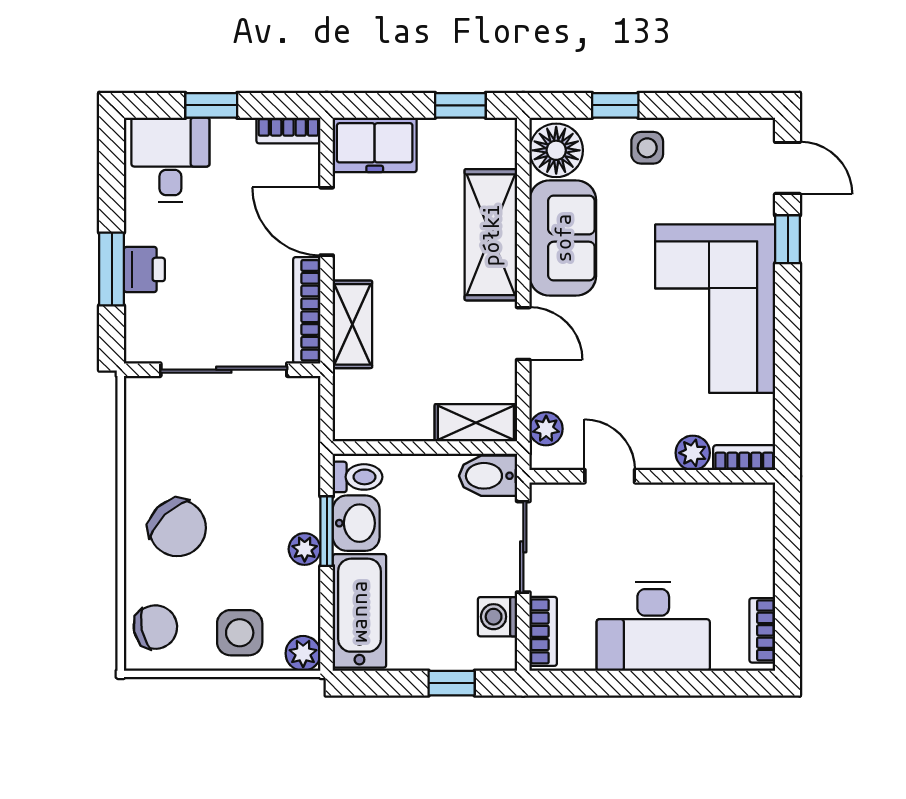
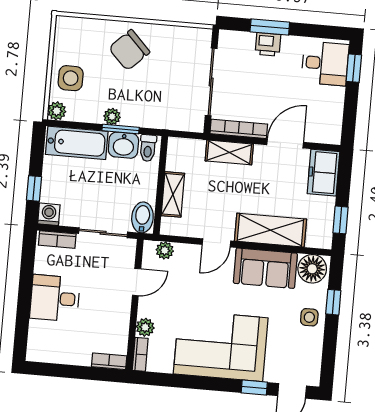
window: (211, 105) -> (354, 68), moved
bookcase: (288, 131) -> (335, 127), removed
shelving: (476, 423) -> (173, 194), moved
washing machine: (497, 617) -> (49, 214), moved
desk: (653, 626) -> (55, 298), width x0.73
chair: (155, 627) -> (78, 34), removed
bookcase: (762, 630) -> (109, 361), moved

